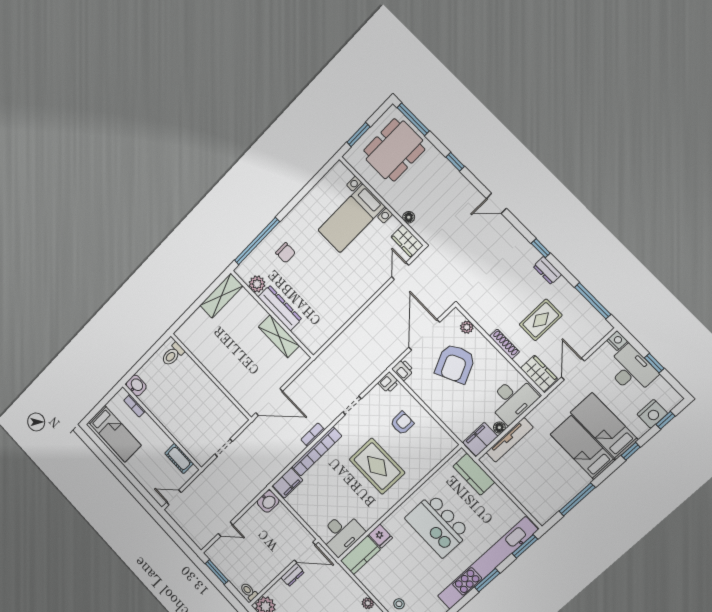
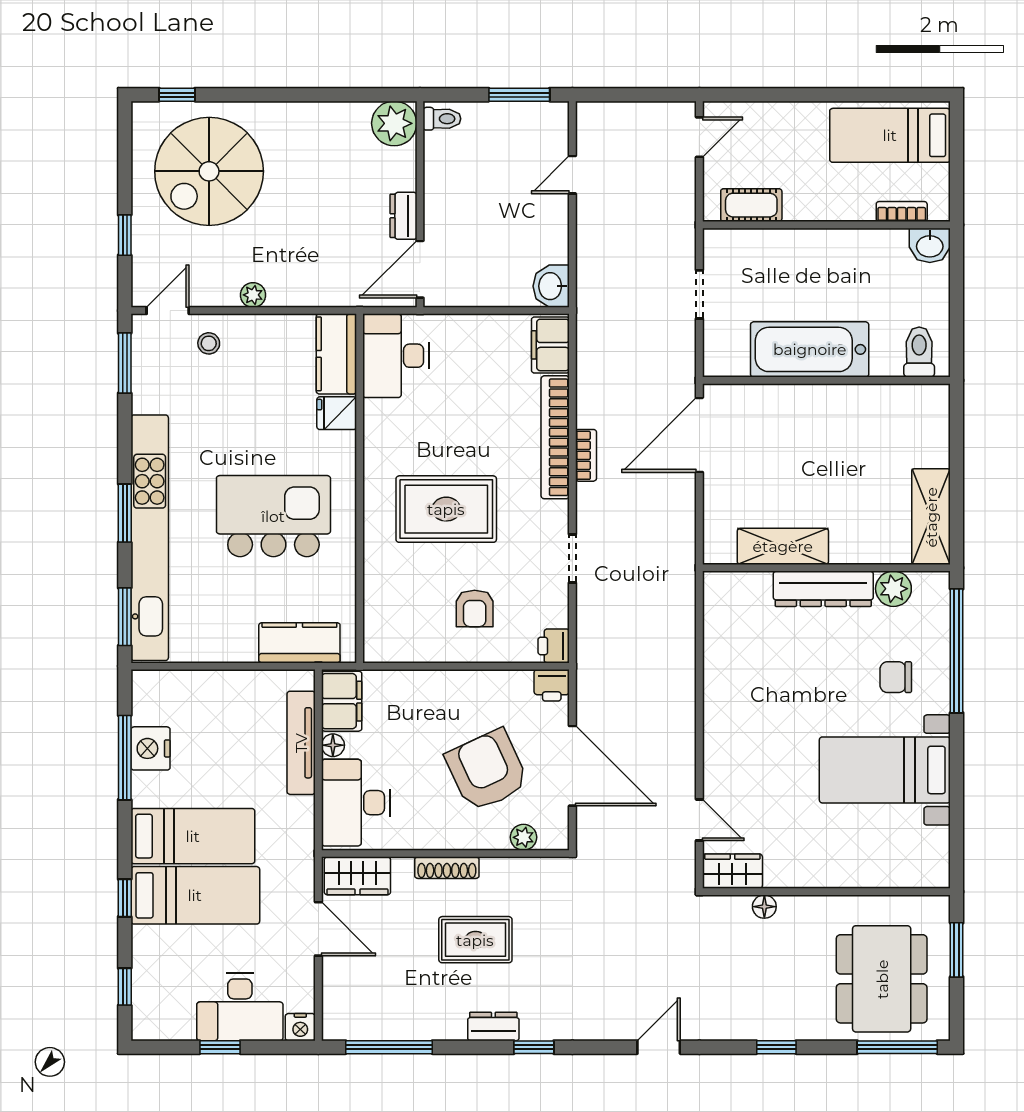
bed with nightstands: (351, 218) -> (885, 770), moved, turned -90
rug: (541, 320) -> (475, 940), moved, turned 90
bathtub: (206, 392) -> (810, 349), added
nightstand: (652, 414) -> (151, 748), moved

